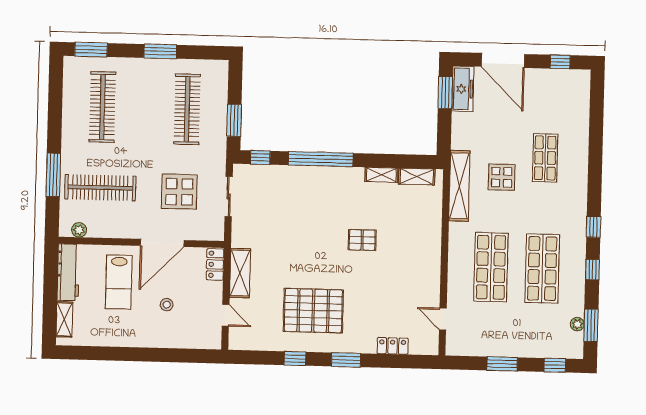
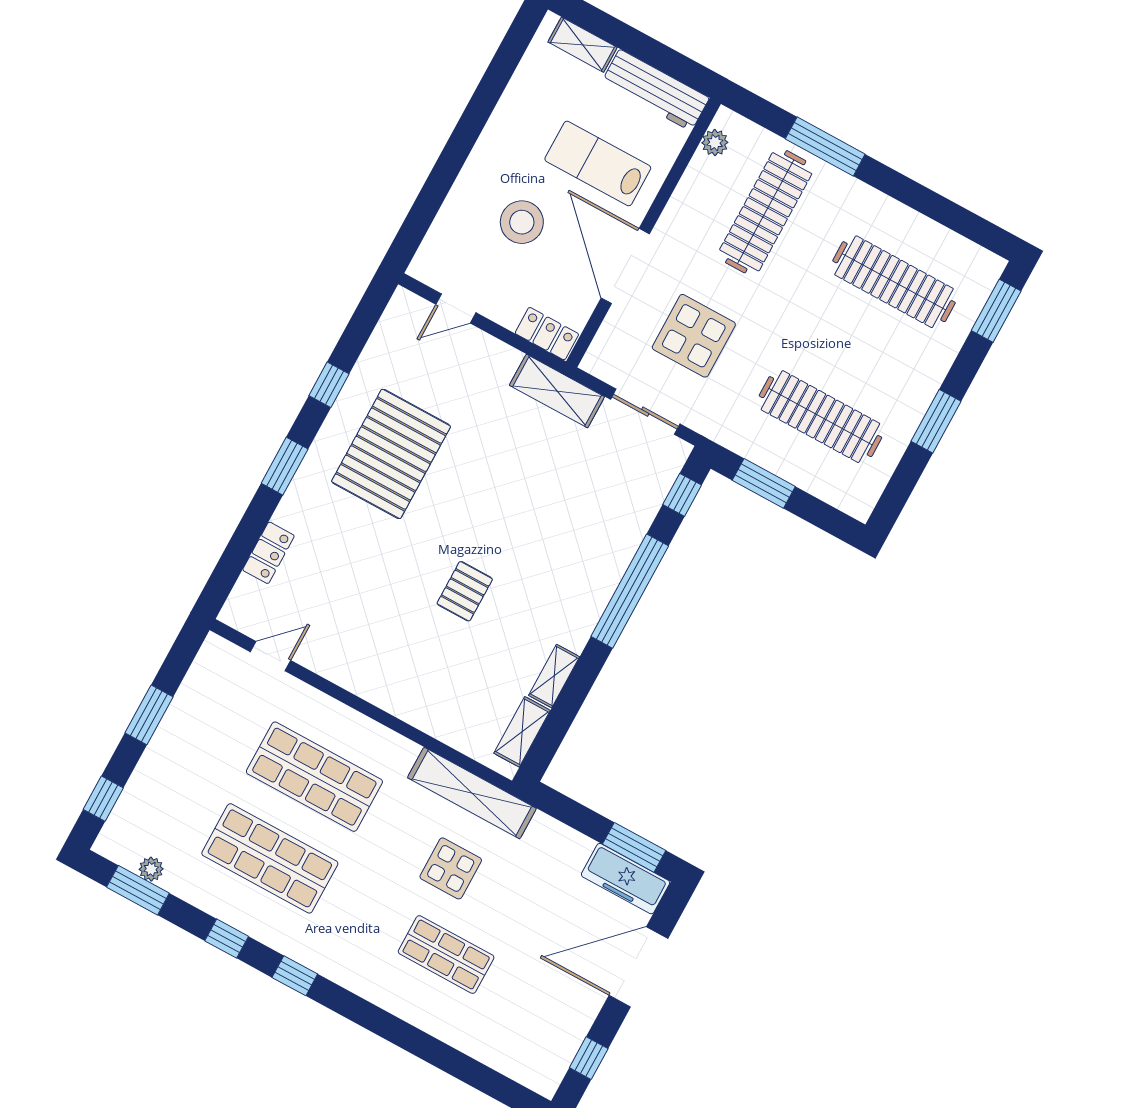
shelving: (240, 273) -> (557, 391), moved
stool: (167, 305) -> (522, 222), width x1.89, depth x1.89

